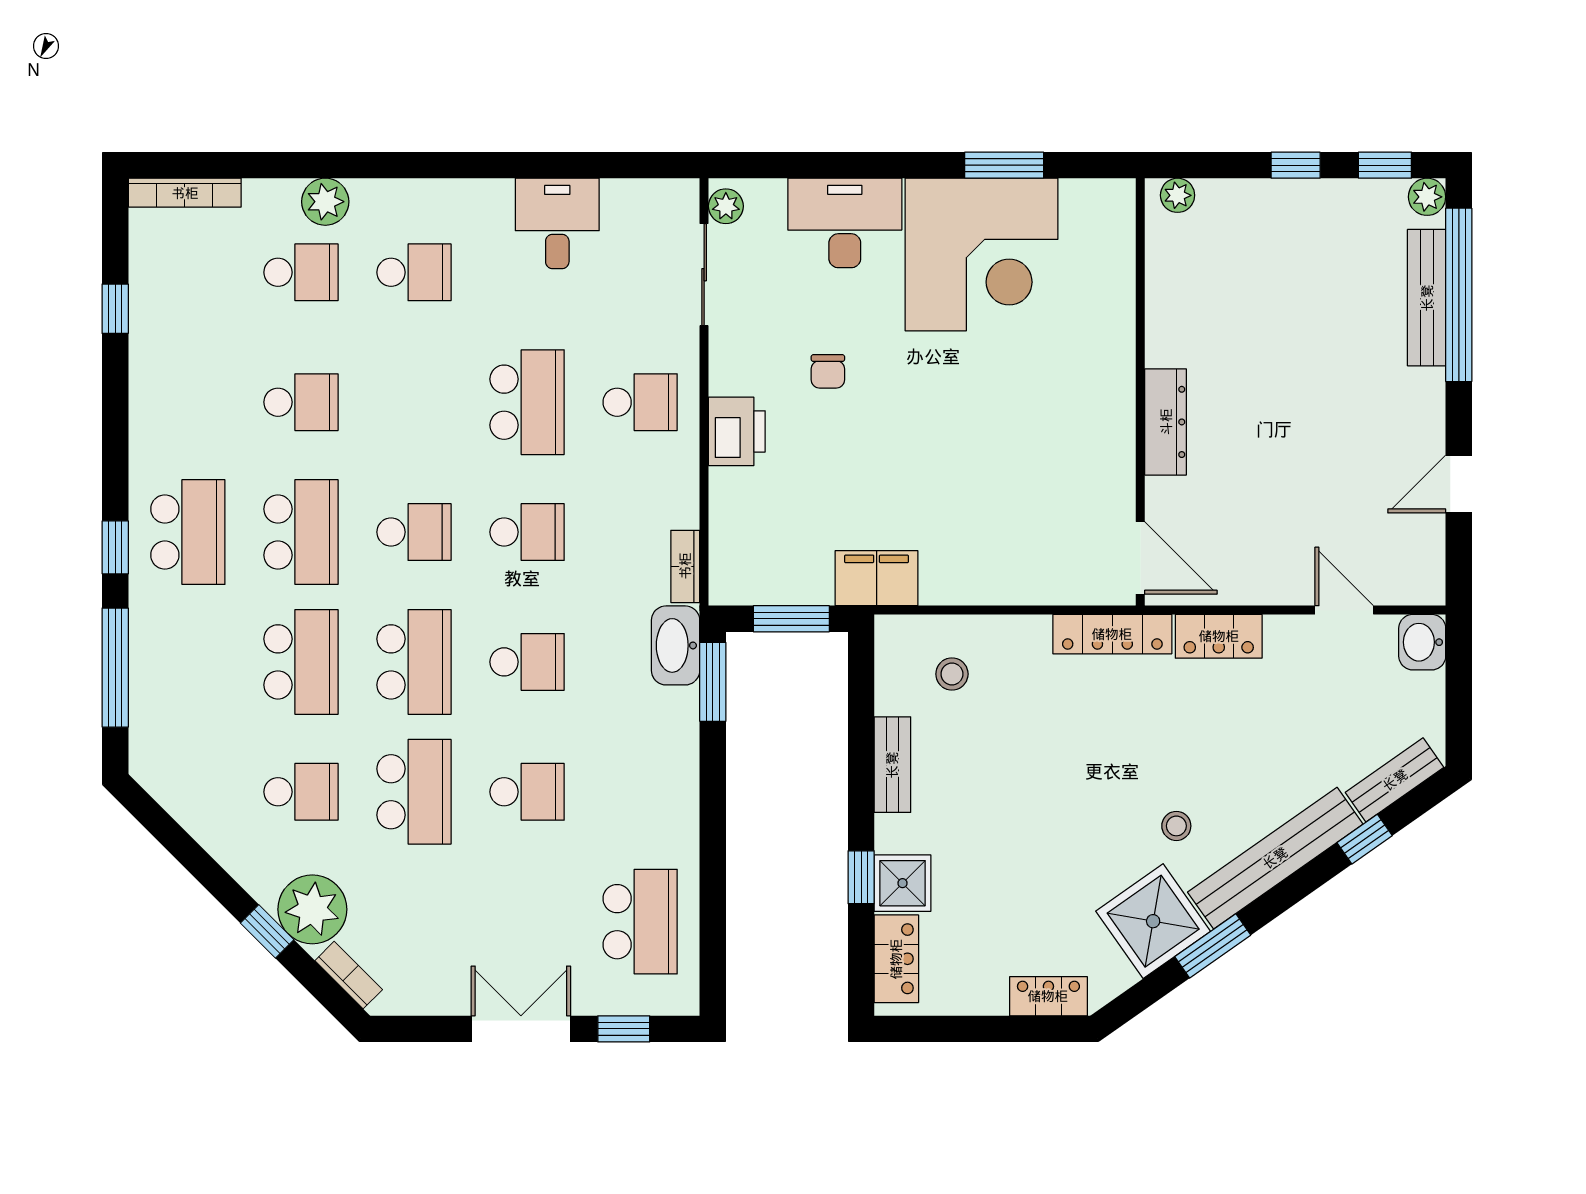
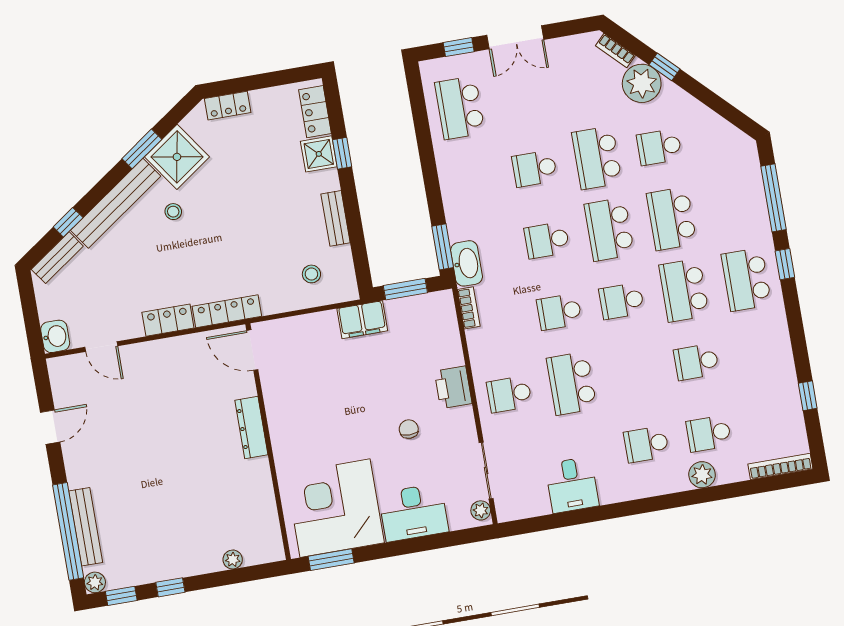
wall: (1140, 392) -> (268, 442), moved
dresser: (1166, 422) -> (251, 428), moved
door: (1140, 558) -> (252, 350), moved

